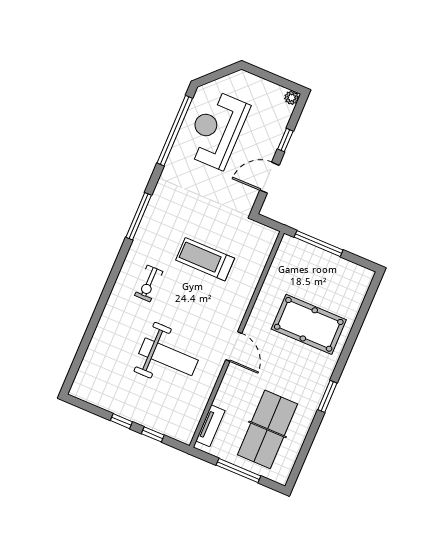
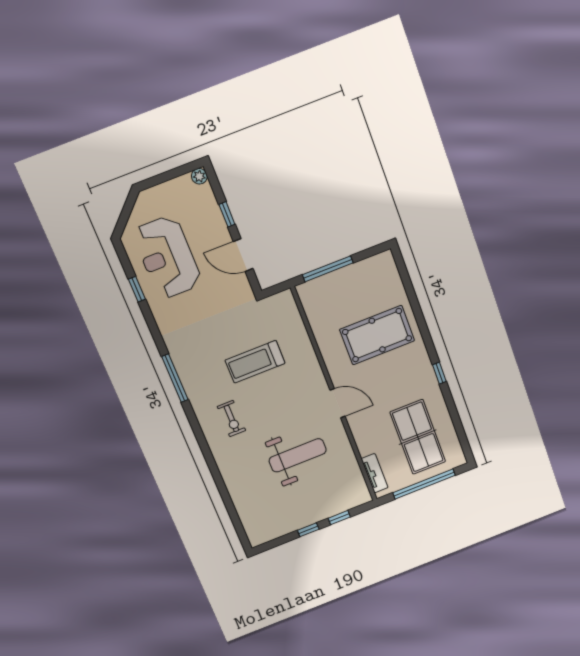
window: (175, 131) -> (137, 289), width x0.32
door: (269, 178) -> (243, 255), hinge flipped
window: (327, 396) -> (439, 373), width x0.67
window: (238, 471) -> (424, 484), width x1.46

